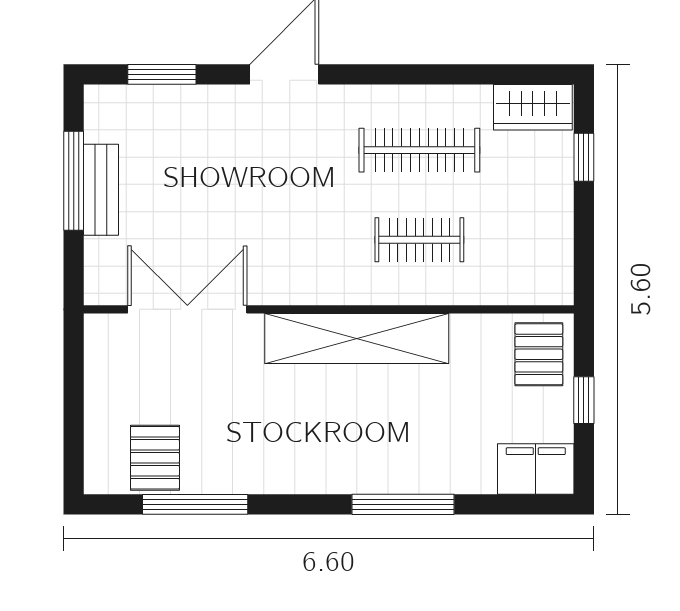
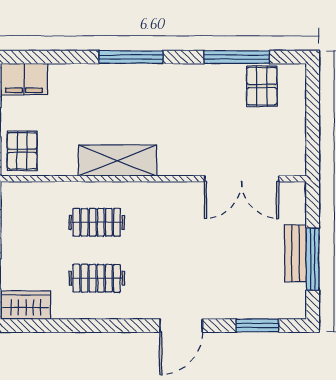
clothes rail: (419, 150) -> (97, 278), width x0.73
shelving: (357, 339) -> (118, 161), width x0.68
window: (403, 504) -> (131, 57), moved

